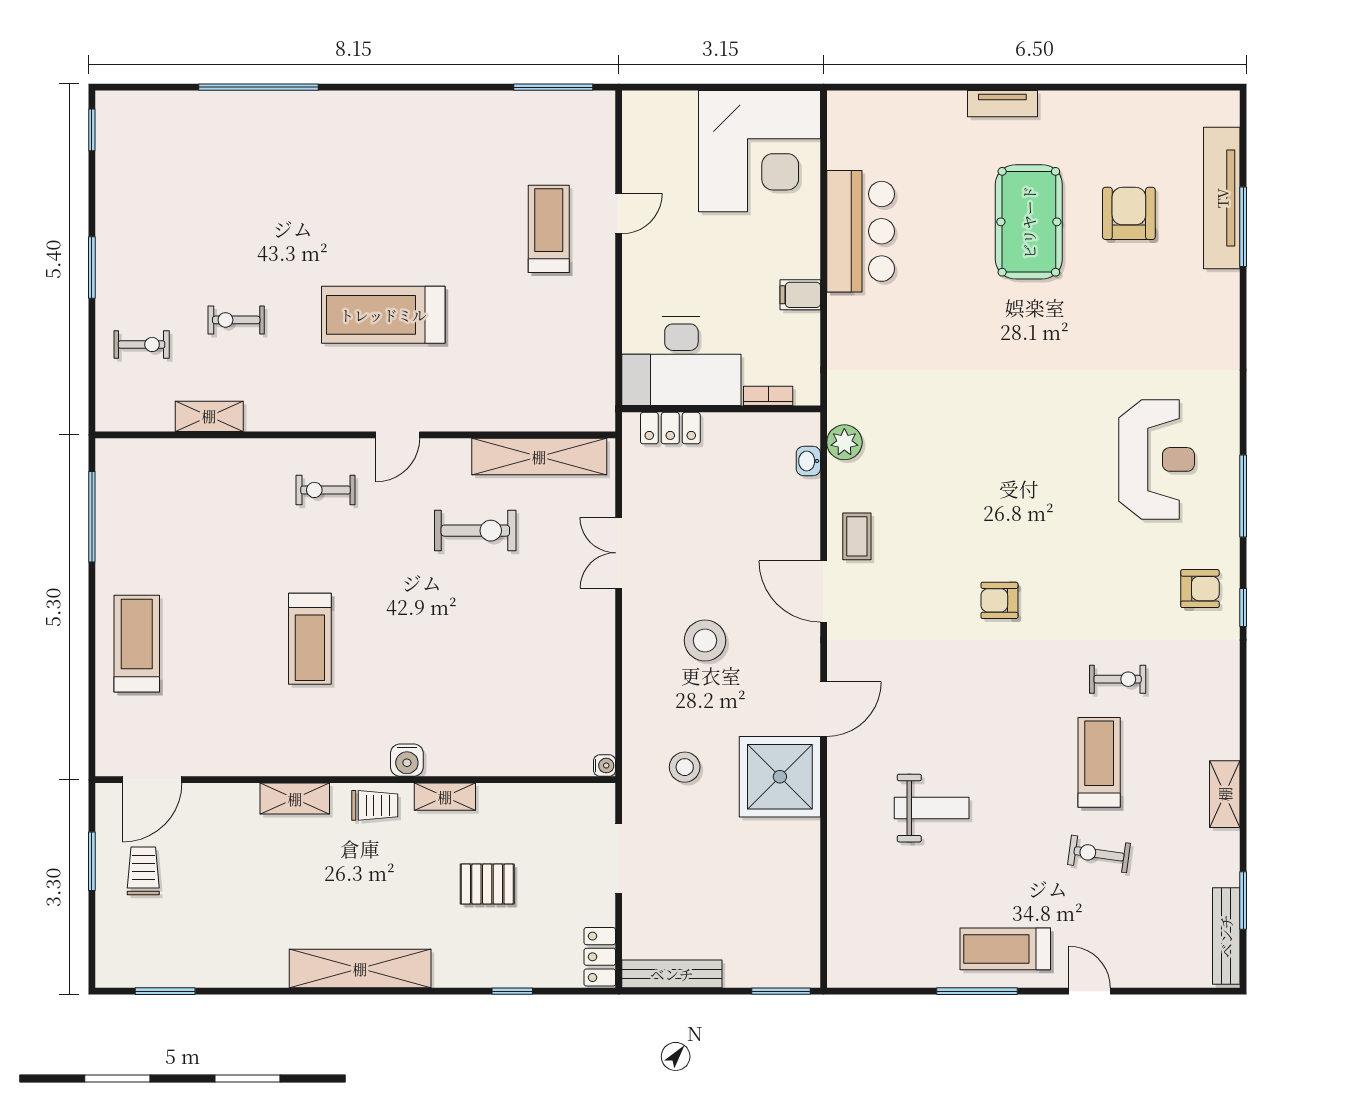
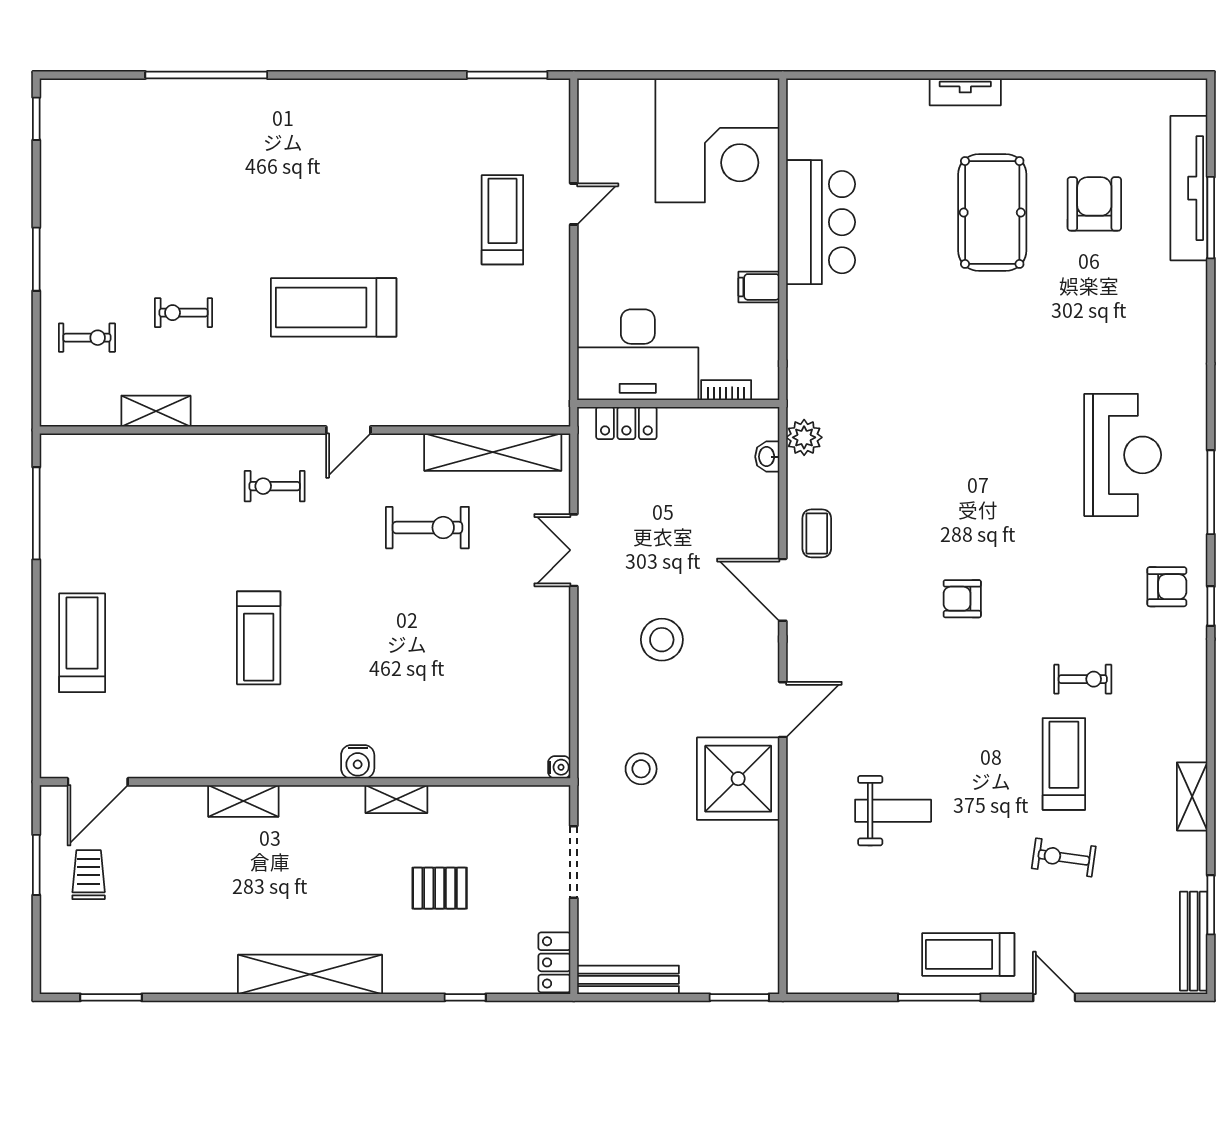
trolley: (375, 805) -> (325, 808), removed

